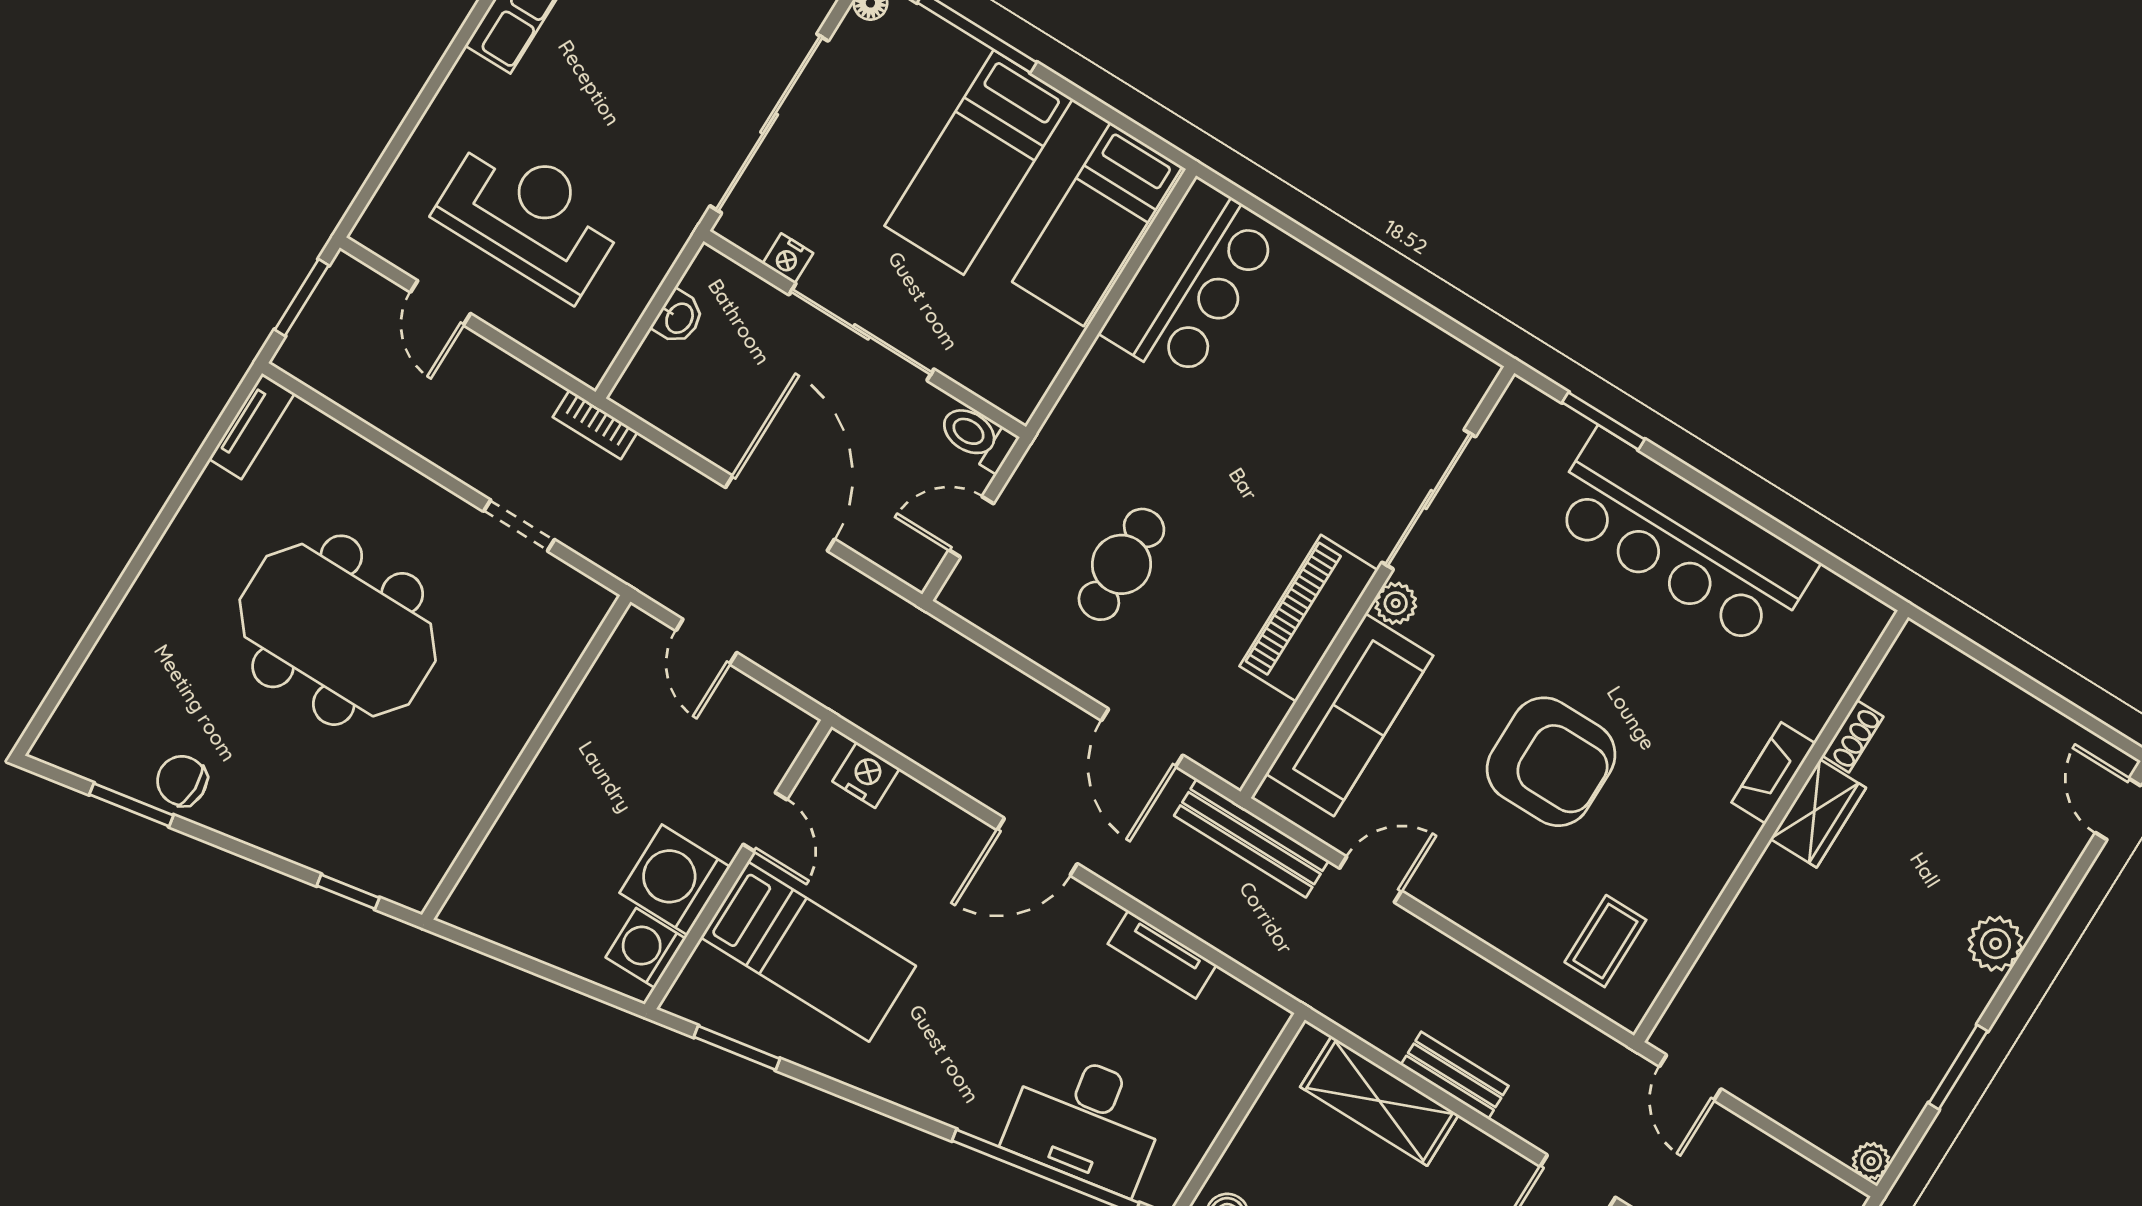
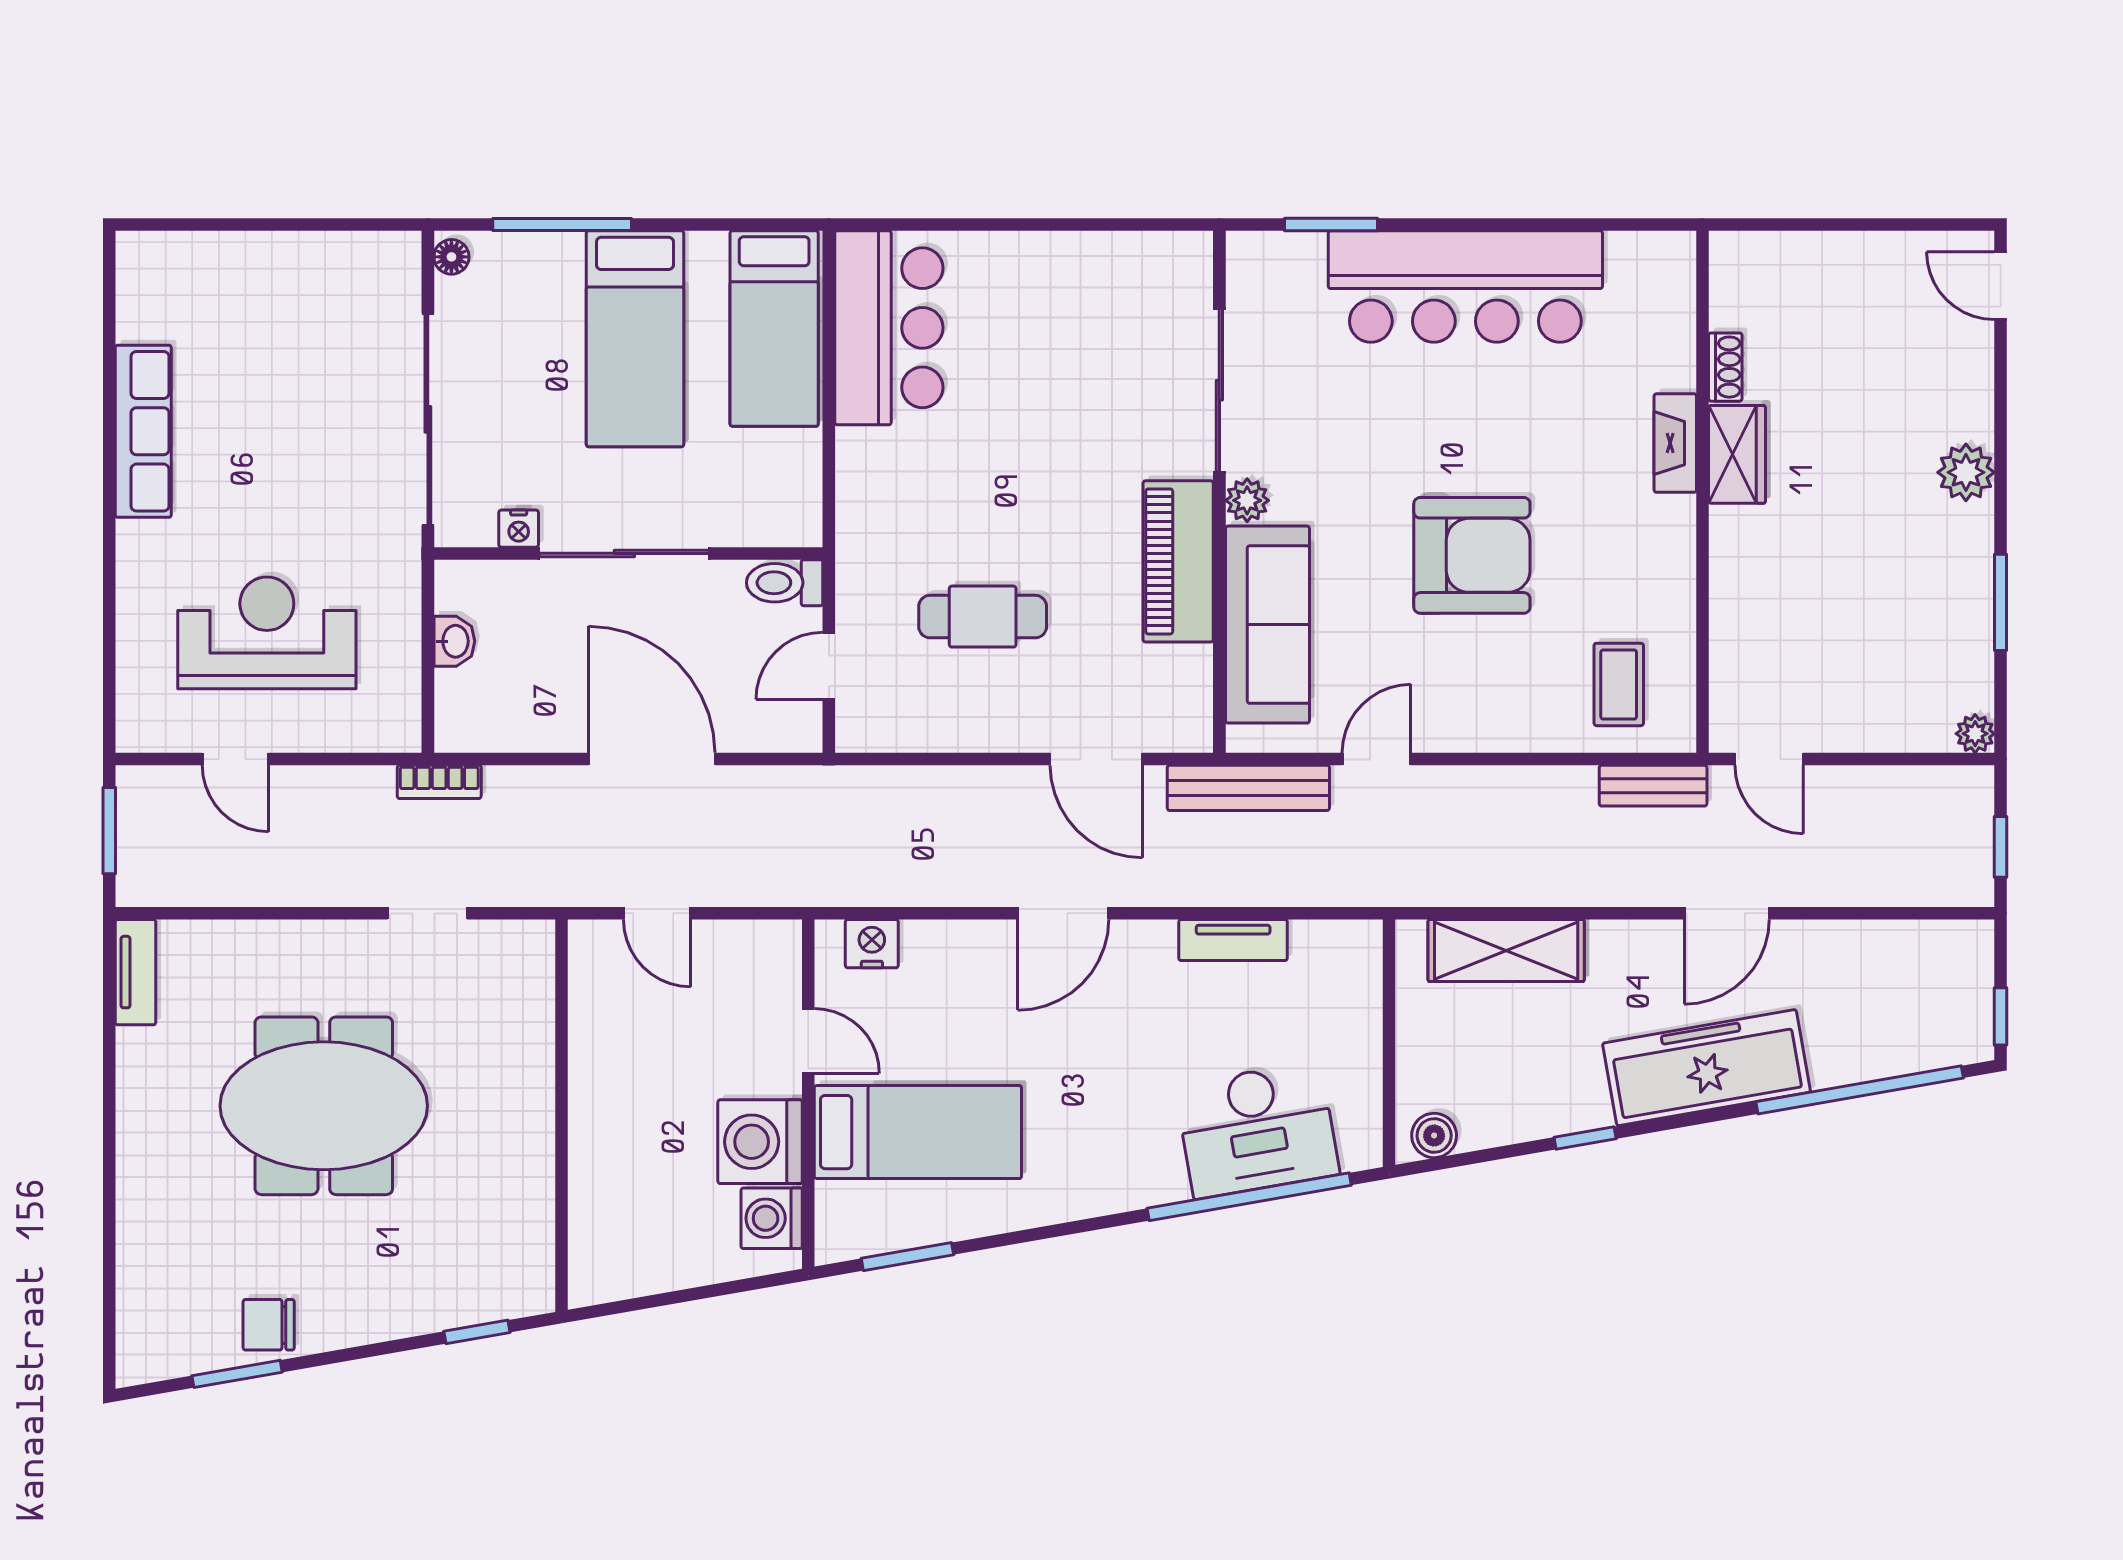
cafe table: (1121, 564) -> (983, 617), turned 90
bench: (1455, 1075) -> (1653, 786), moved

